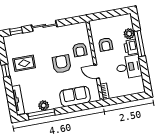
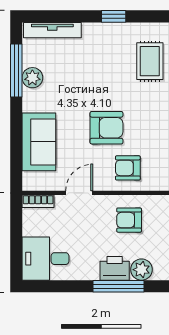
rug: (24, 63) -> (150, 61), moved
desk: (129, 67) -> (46, 259), moved, turned 90

